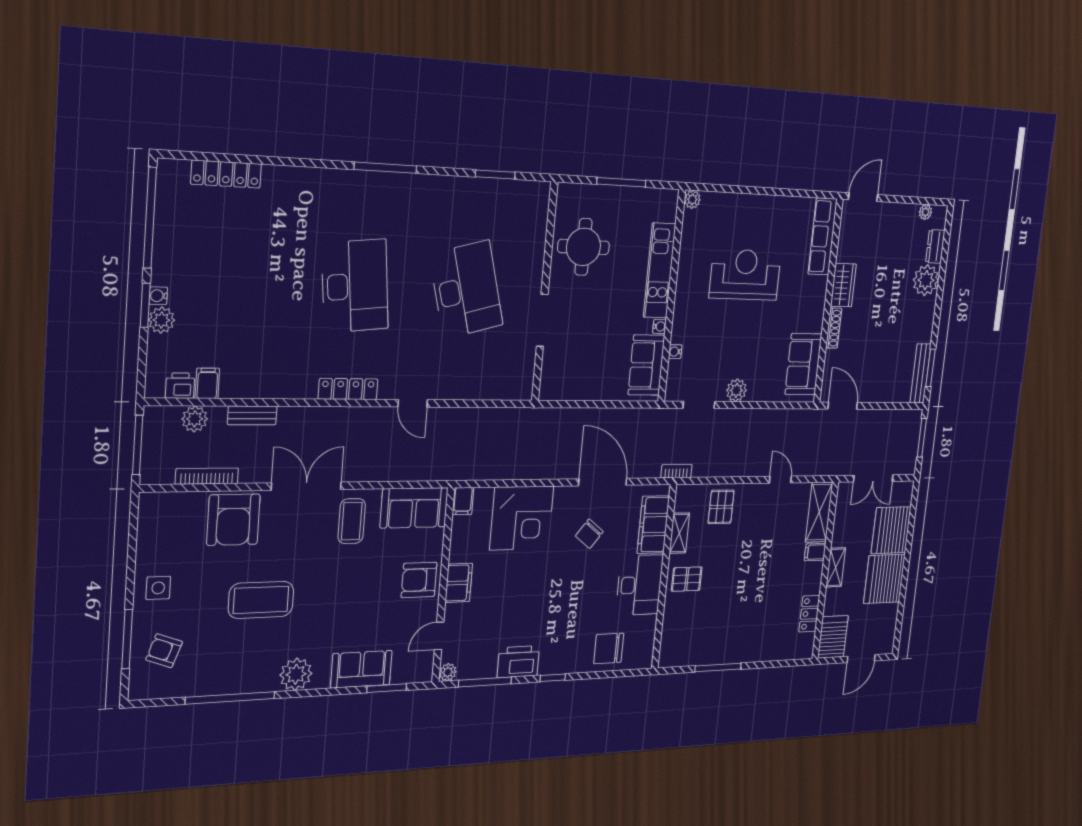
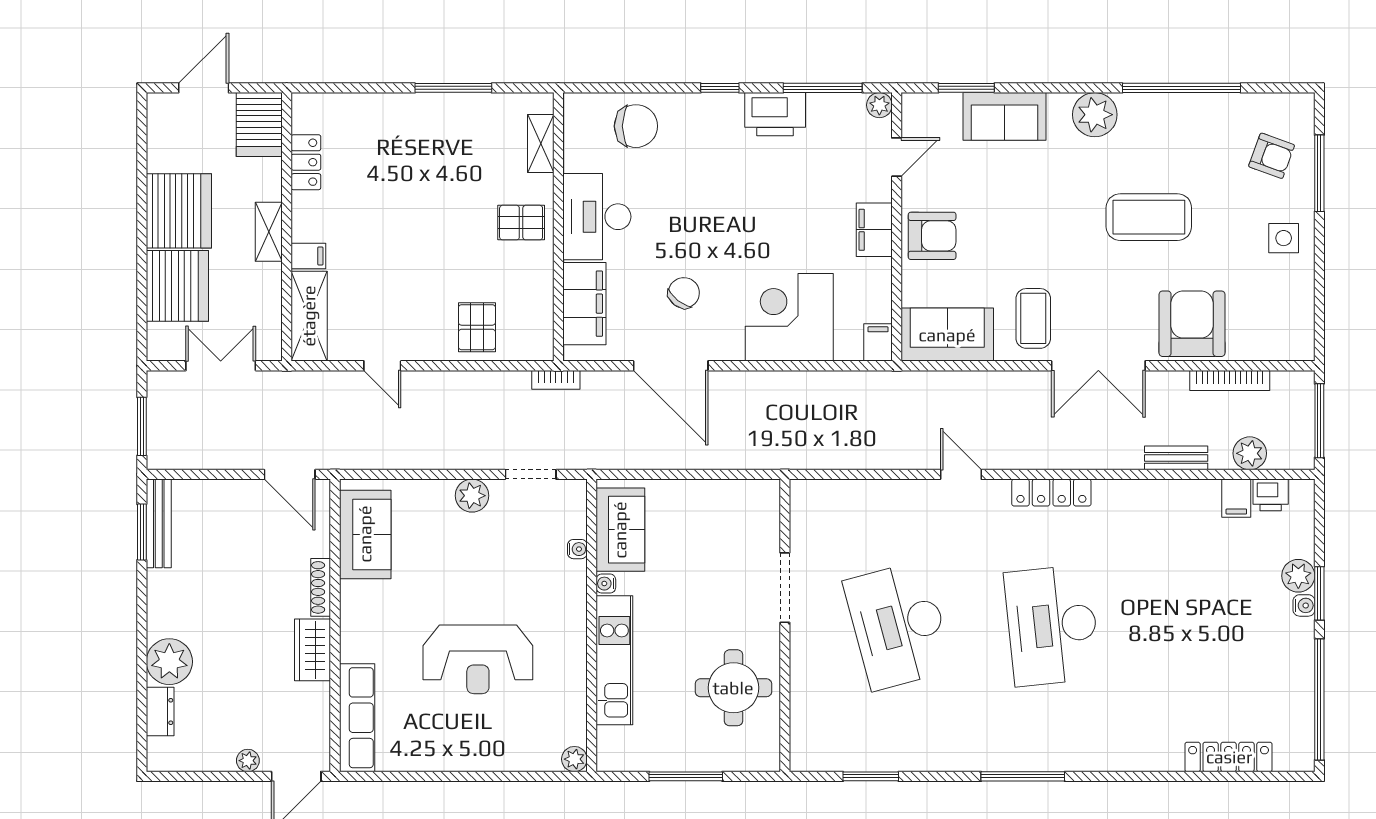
plant: (925, 212) -> (248, 761), moved
shelving: (679, 533) -> (541, 143), moved

